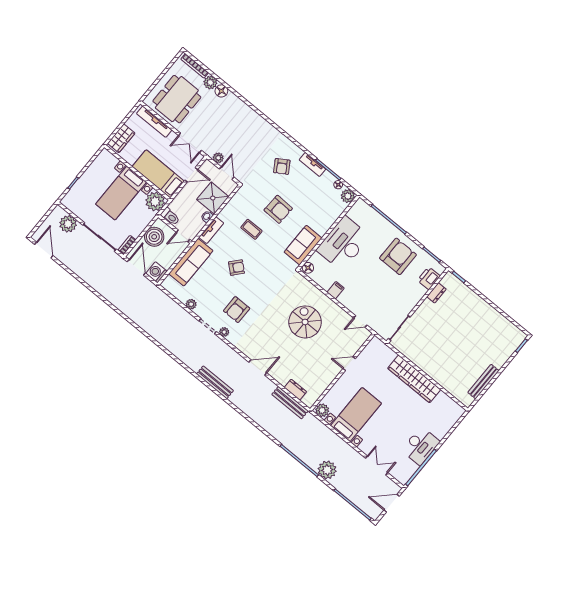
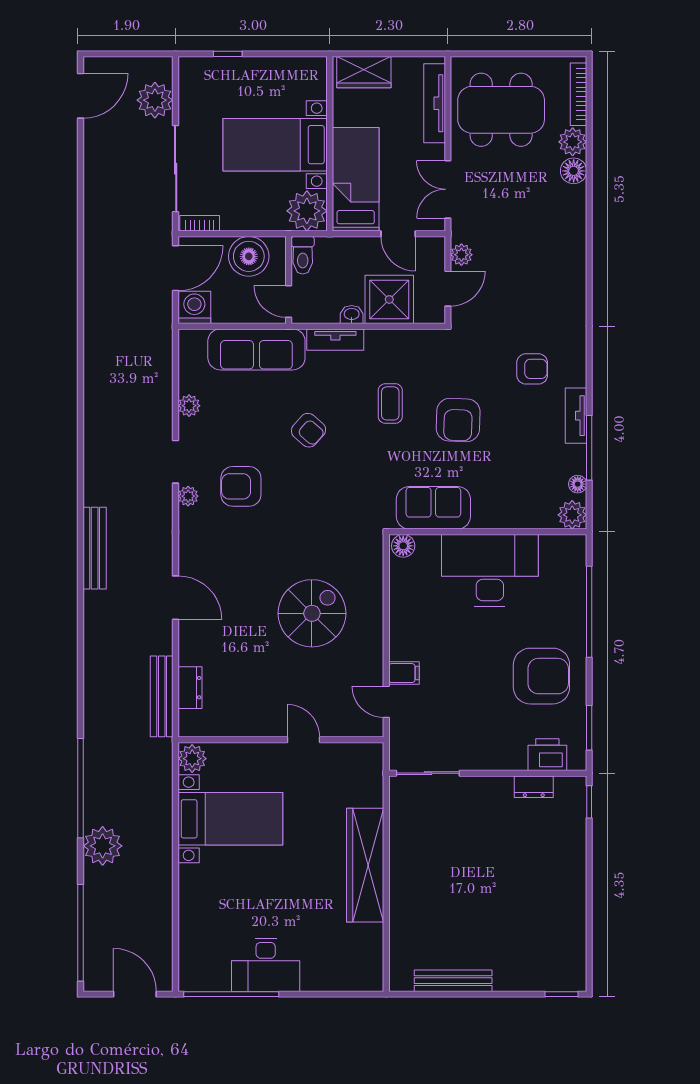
armchair: (282, 166) -> (532, 369), turned -148
filing cabinet: (336, 290) -> (404, 673), moved
double door: (377, 465) -> (176, 920), removed

